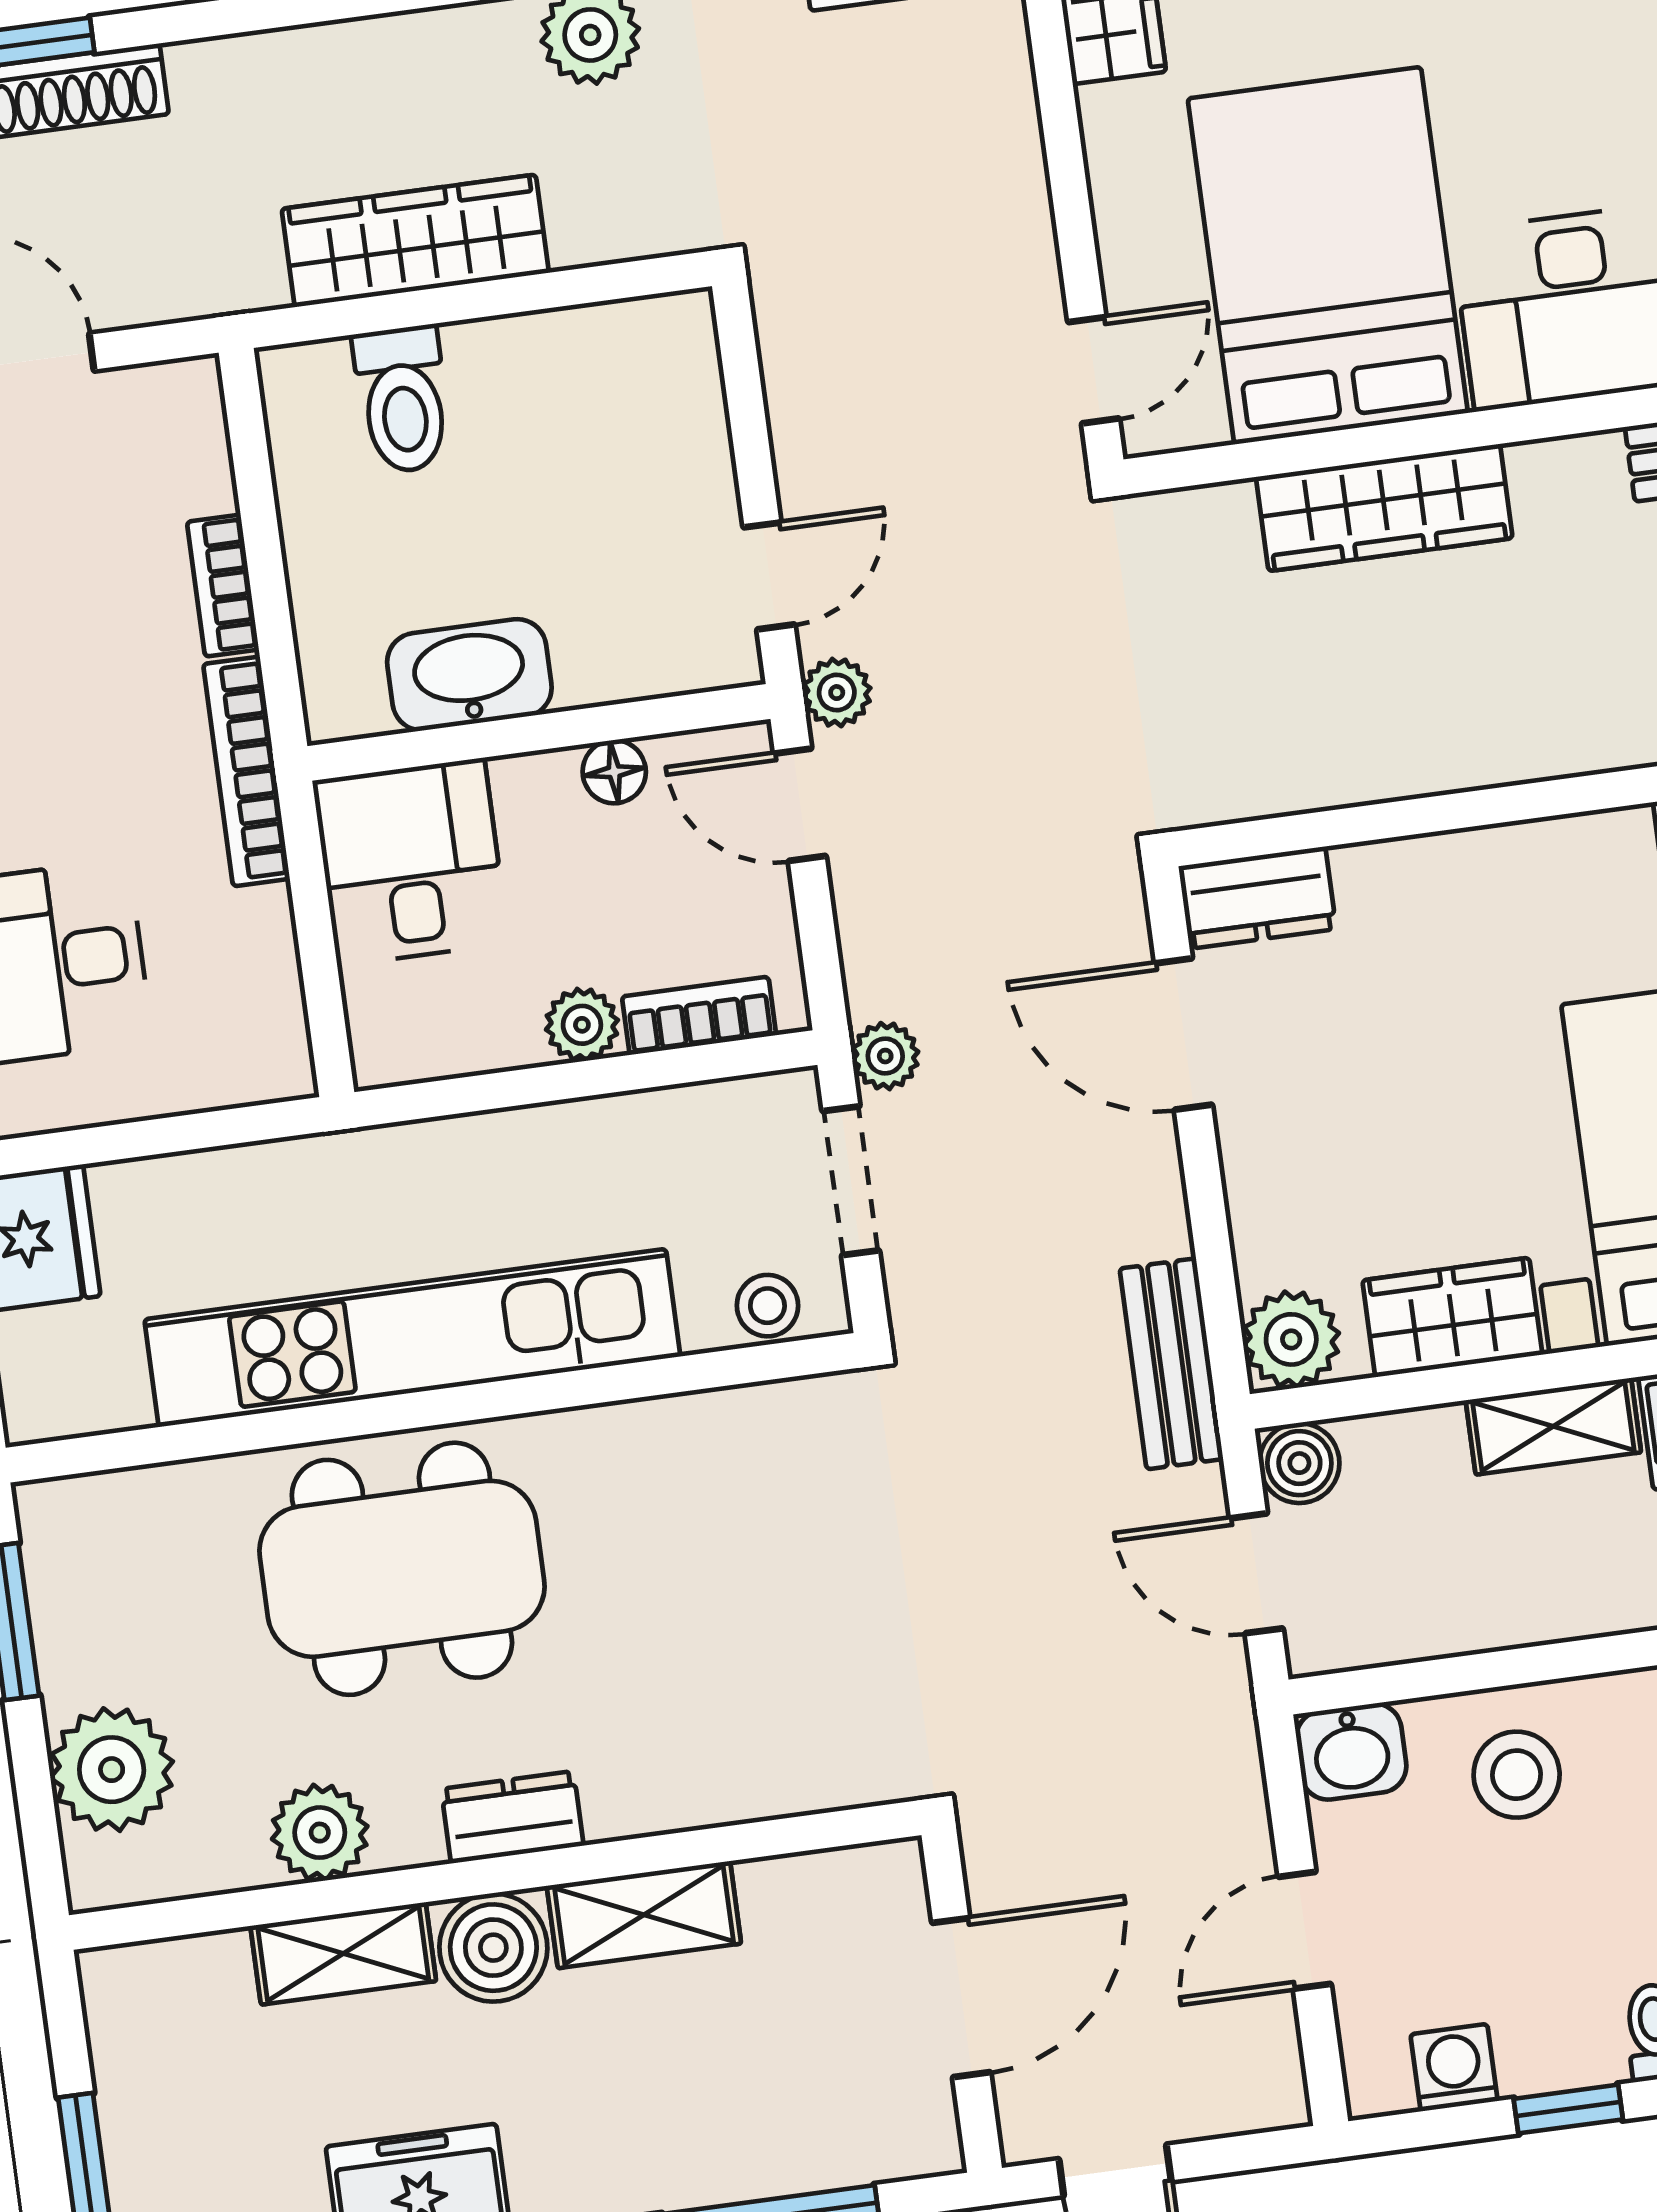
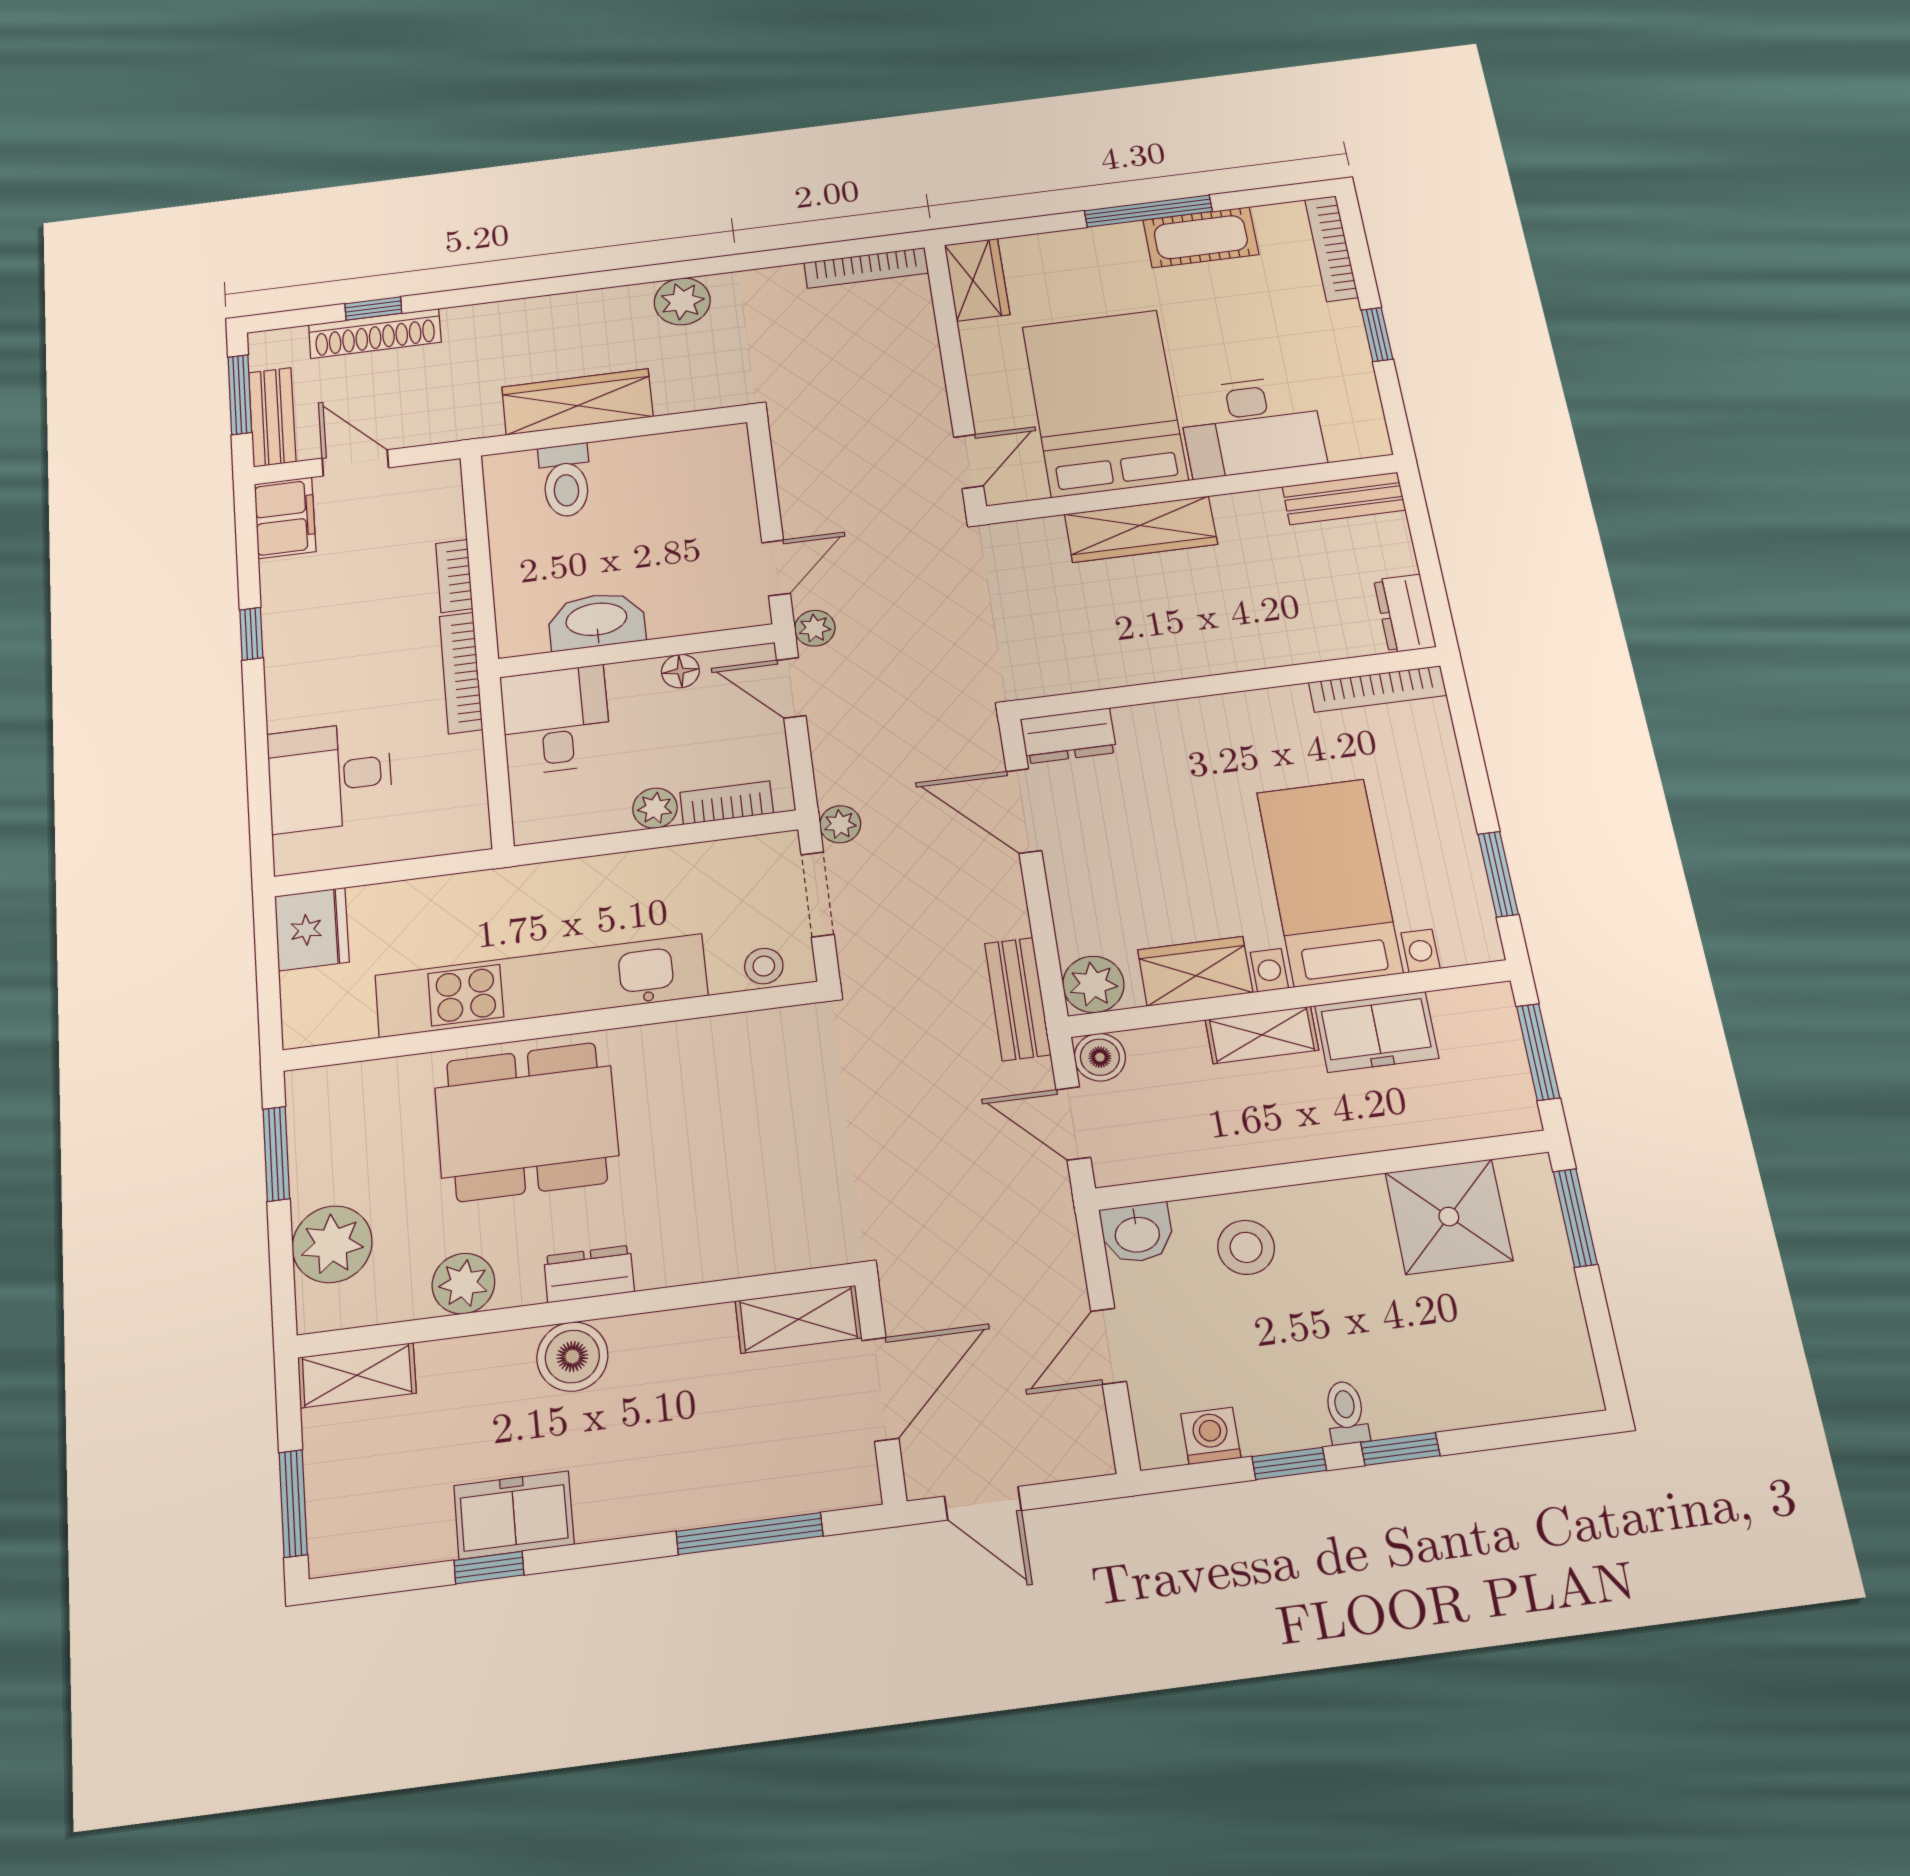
shelving: (644, 1915) -> (798, 1319), moved
shelving: (343, 1953) -> (357, 1375), moved

